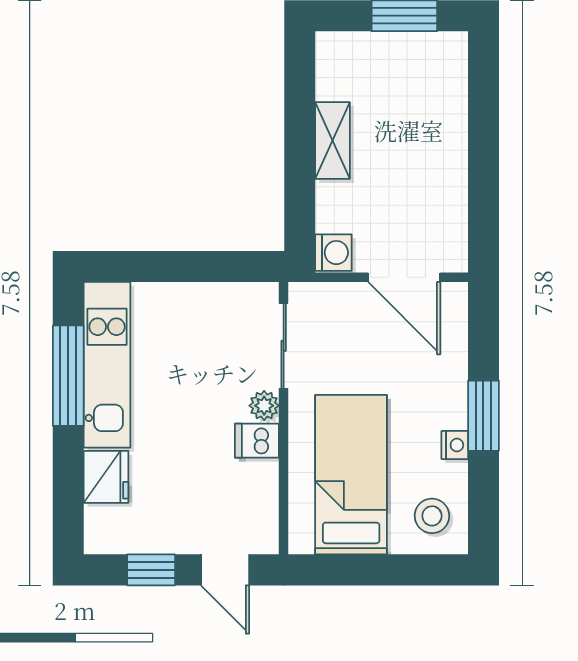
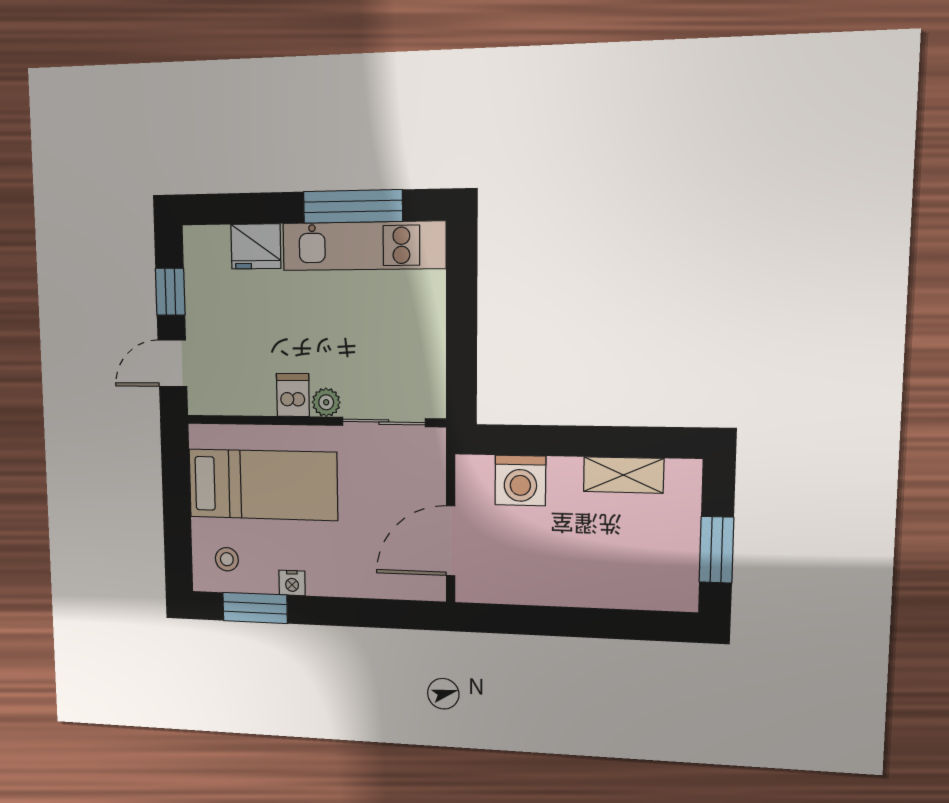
shelving: (332, 141) -> (624, 475), moved
washing machine: (333, 253) -> (520, 480), moved, width x1.38, depth x1.38
window: (483, 416) -> (255, 608), moved
stool: (432, 516) -> (227, 559), width x0.73, depth x0.73

